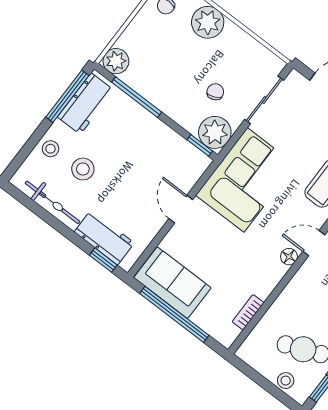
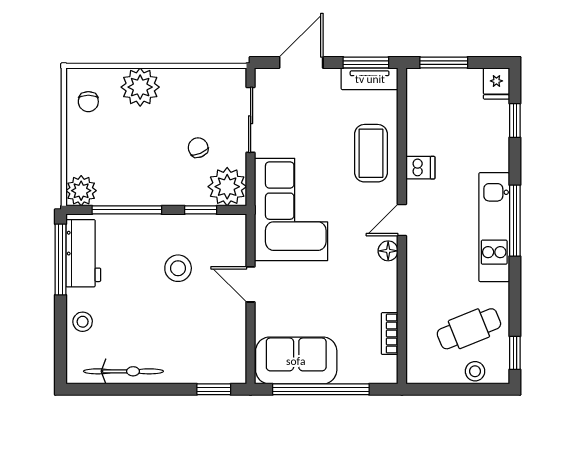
window: (200, 145) -> (201, 210), moved
stool: (83, 169) -> (178, 268), moved
workbench: (104, 237) -> (198, 367), removed

